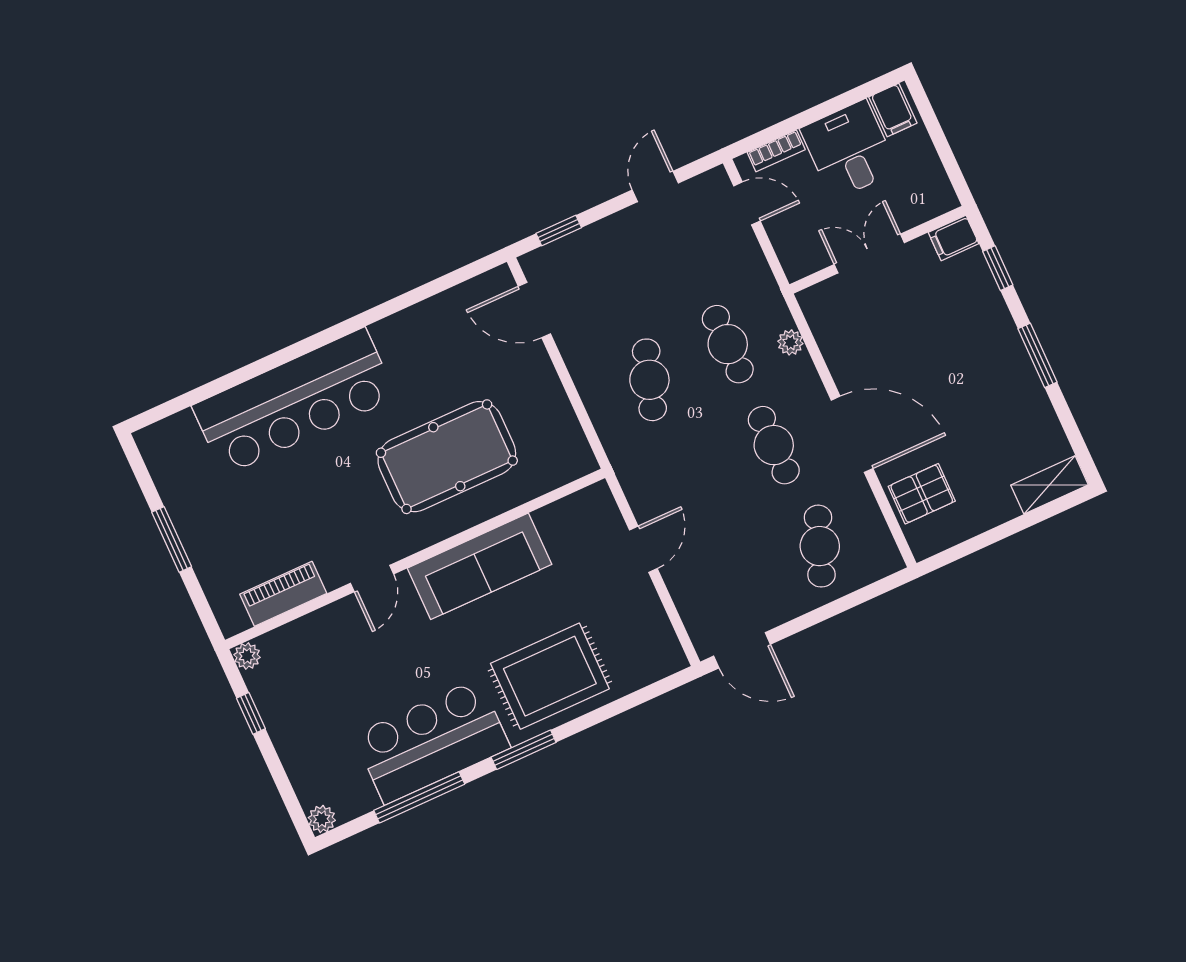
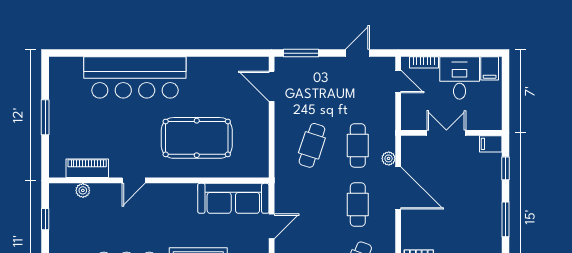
window: (559, 230) -> (301, 53), width x1.50
door: (852, 434) -> (398, 188), moved
sofa: (480, 566) -> (233, 198), moved
plant: (247, 656) -> (83, 190), moved

